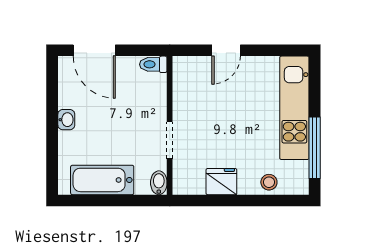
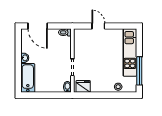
door: (226, 50) -> (98, 26), swing flipped
bathtub: (102, 180) -> (28, 78), moved, turned 90
fridge: (221, 182) -> (83, 86), moved

